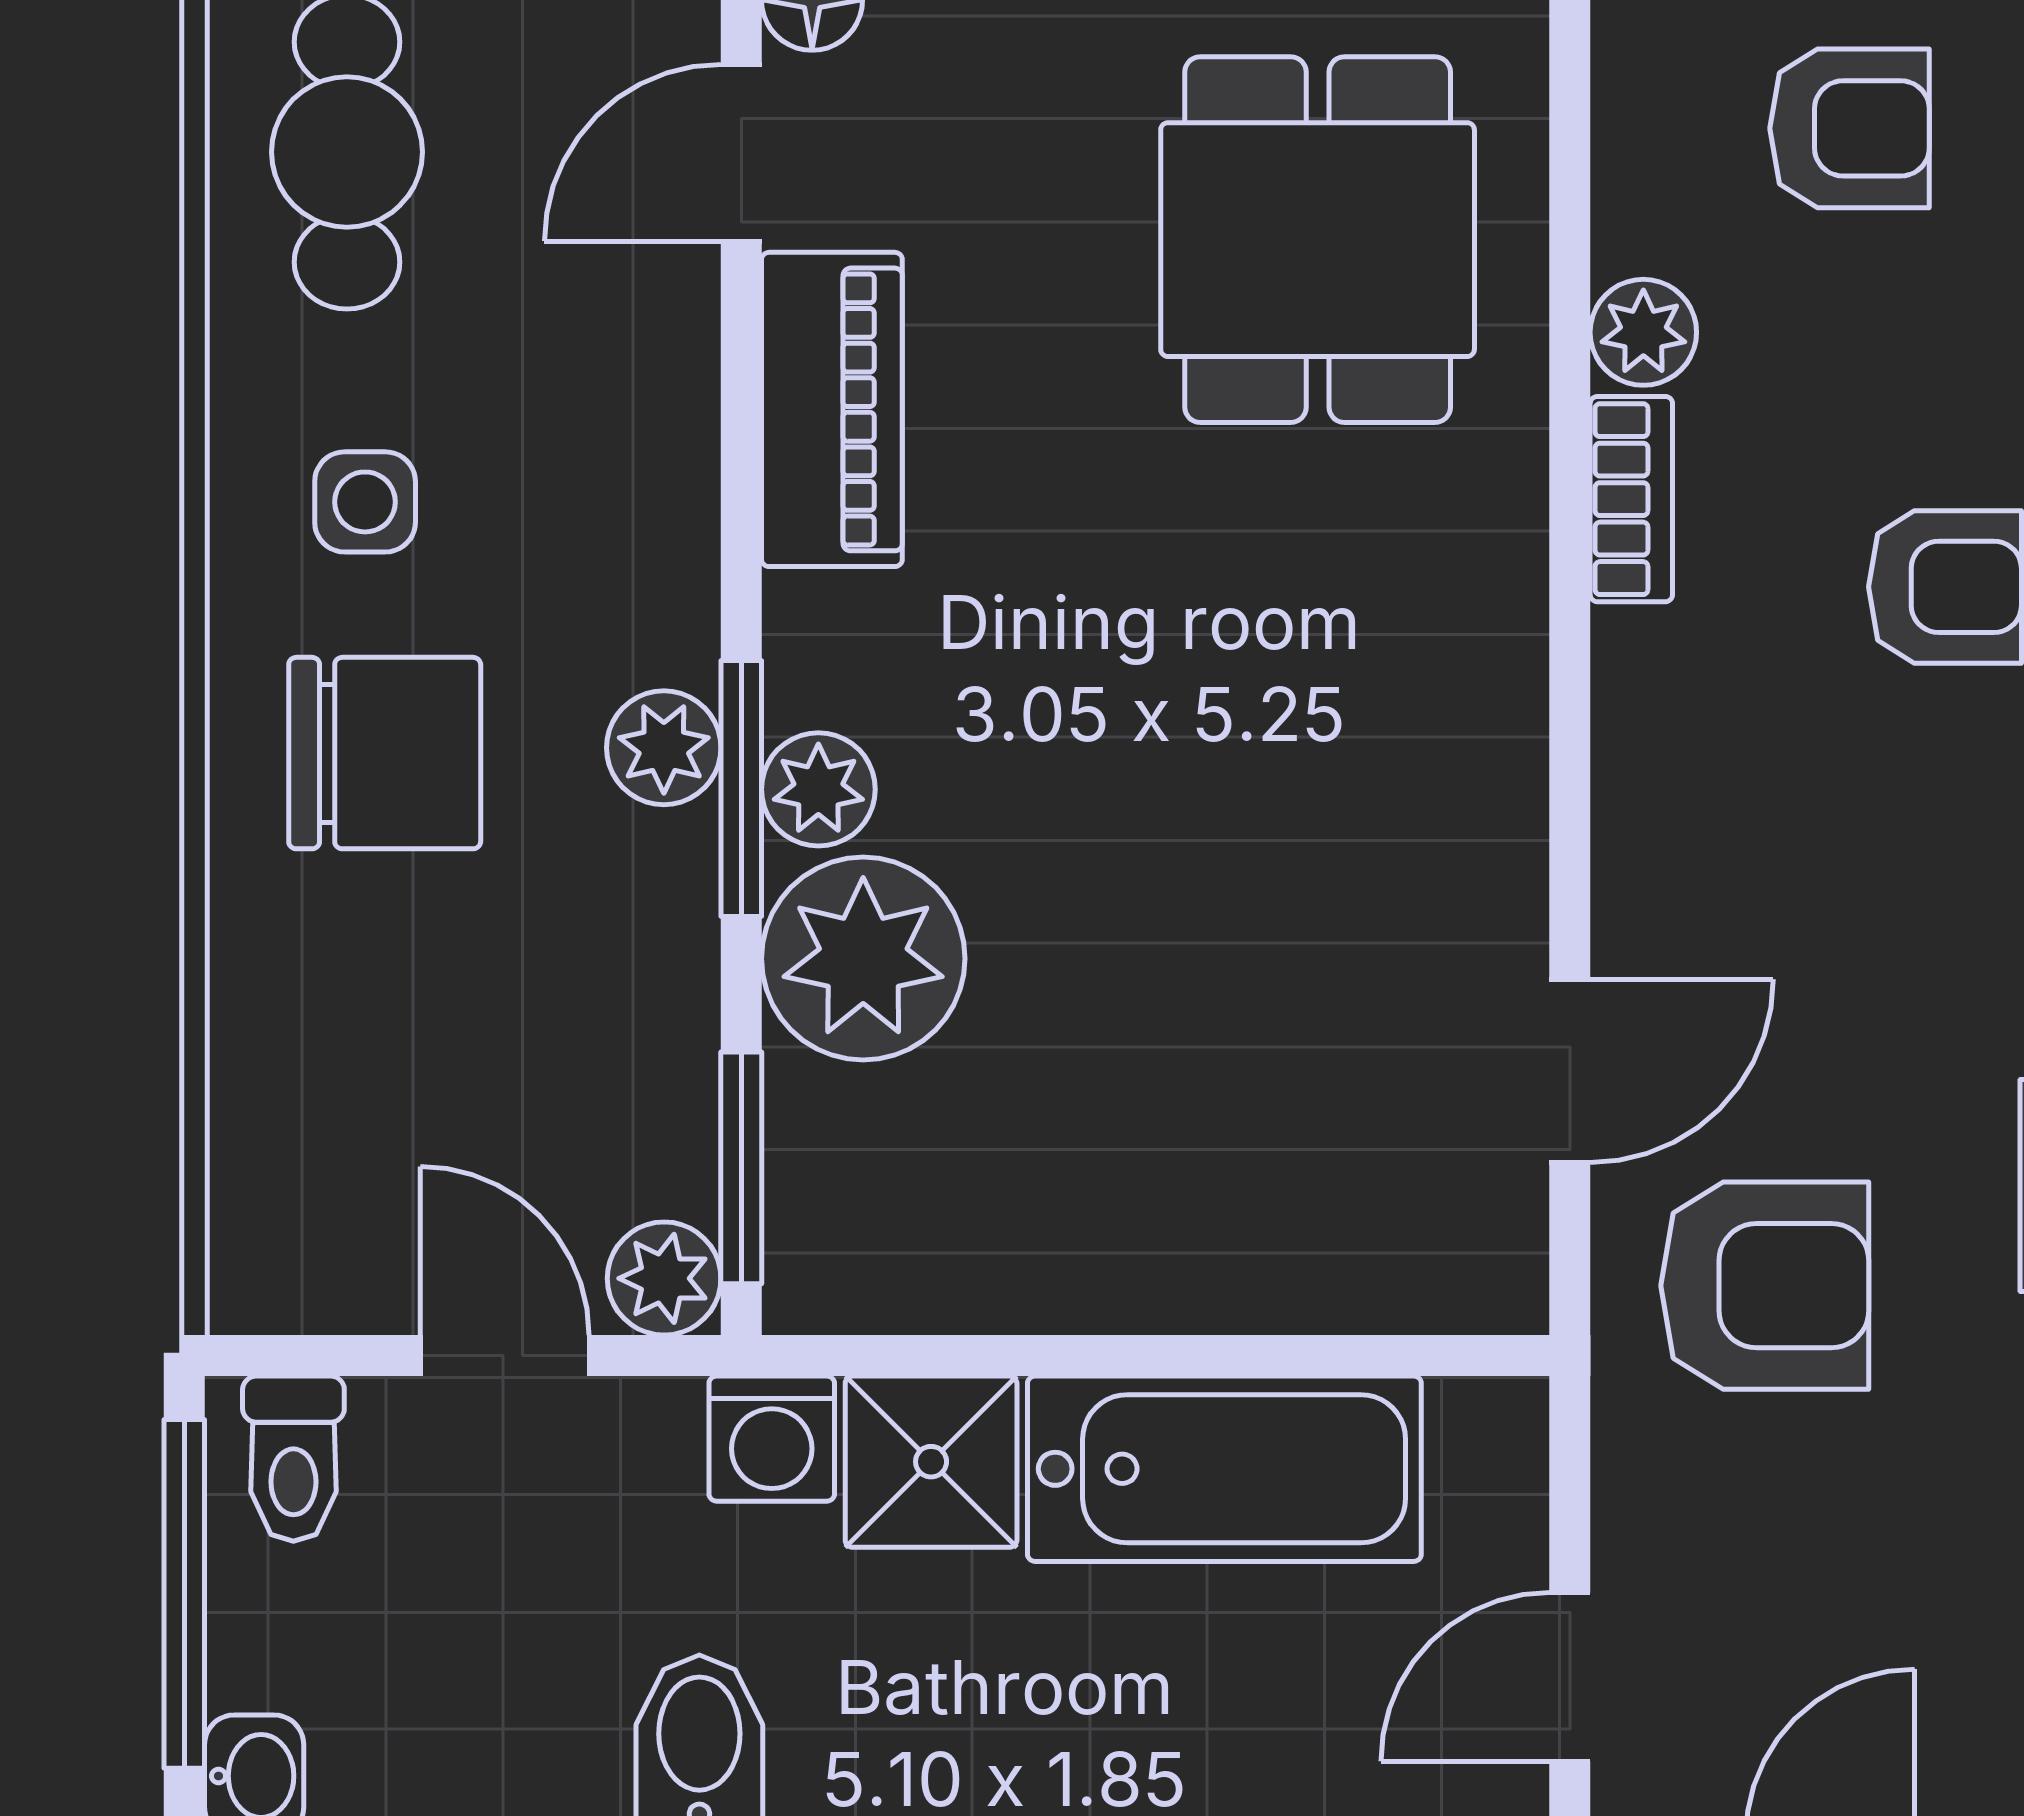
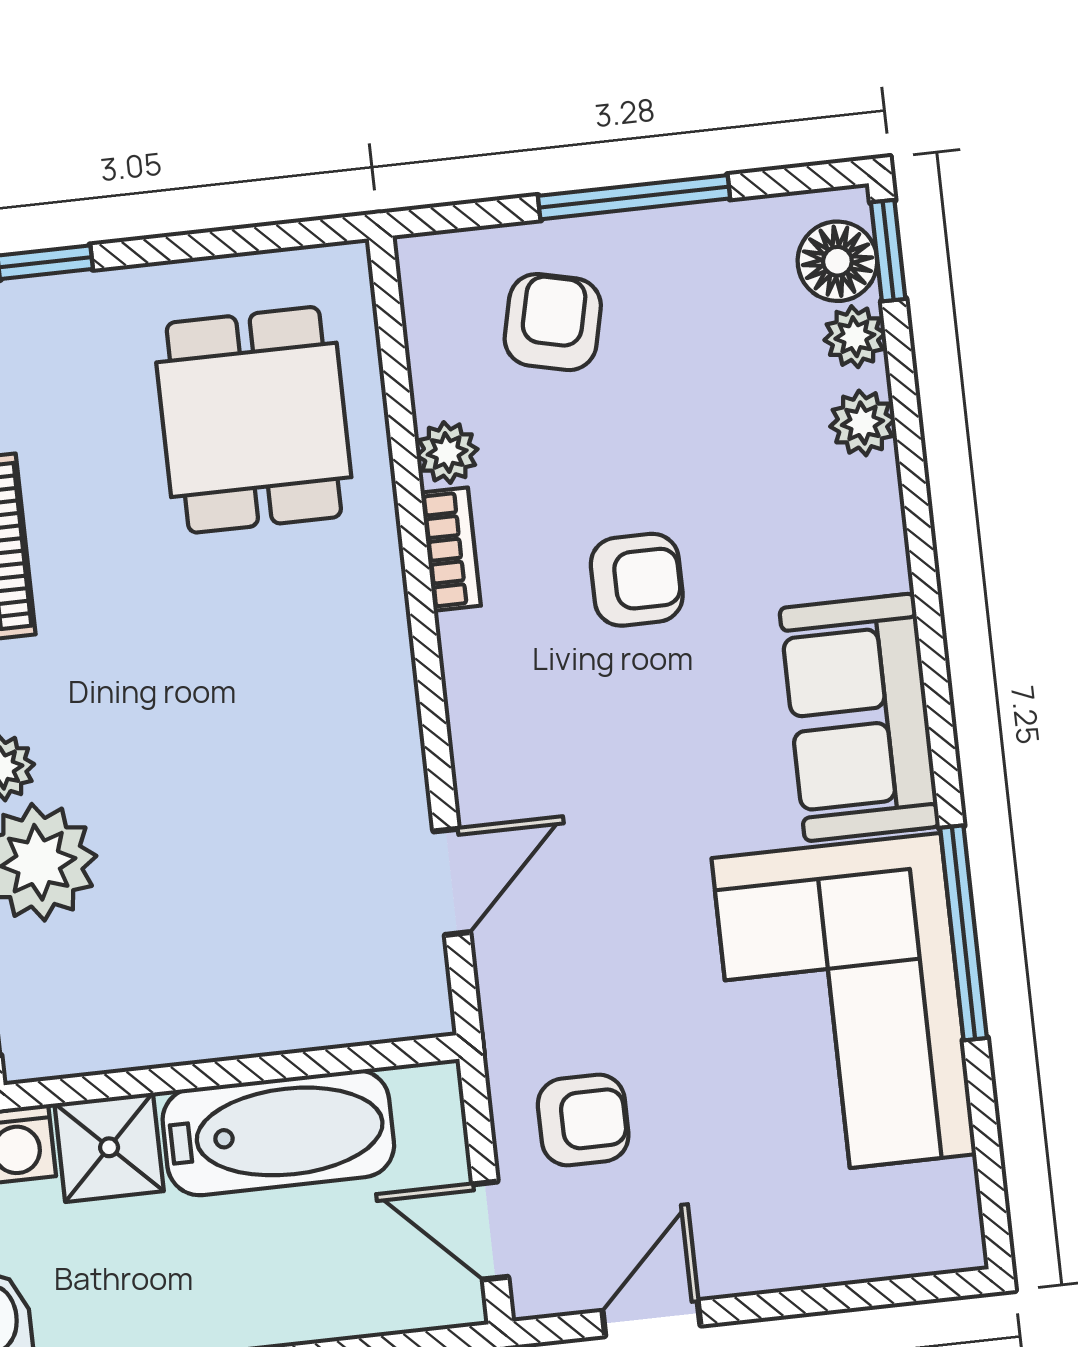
armchair: (1850, 128) -> (553, 322), turned -77
armchair: (1765, 1286) -> (583, 1120), moved, width x0.72, depth x0.72
door: (1570, 1677) -> (490, 1231), hinge flipped

